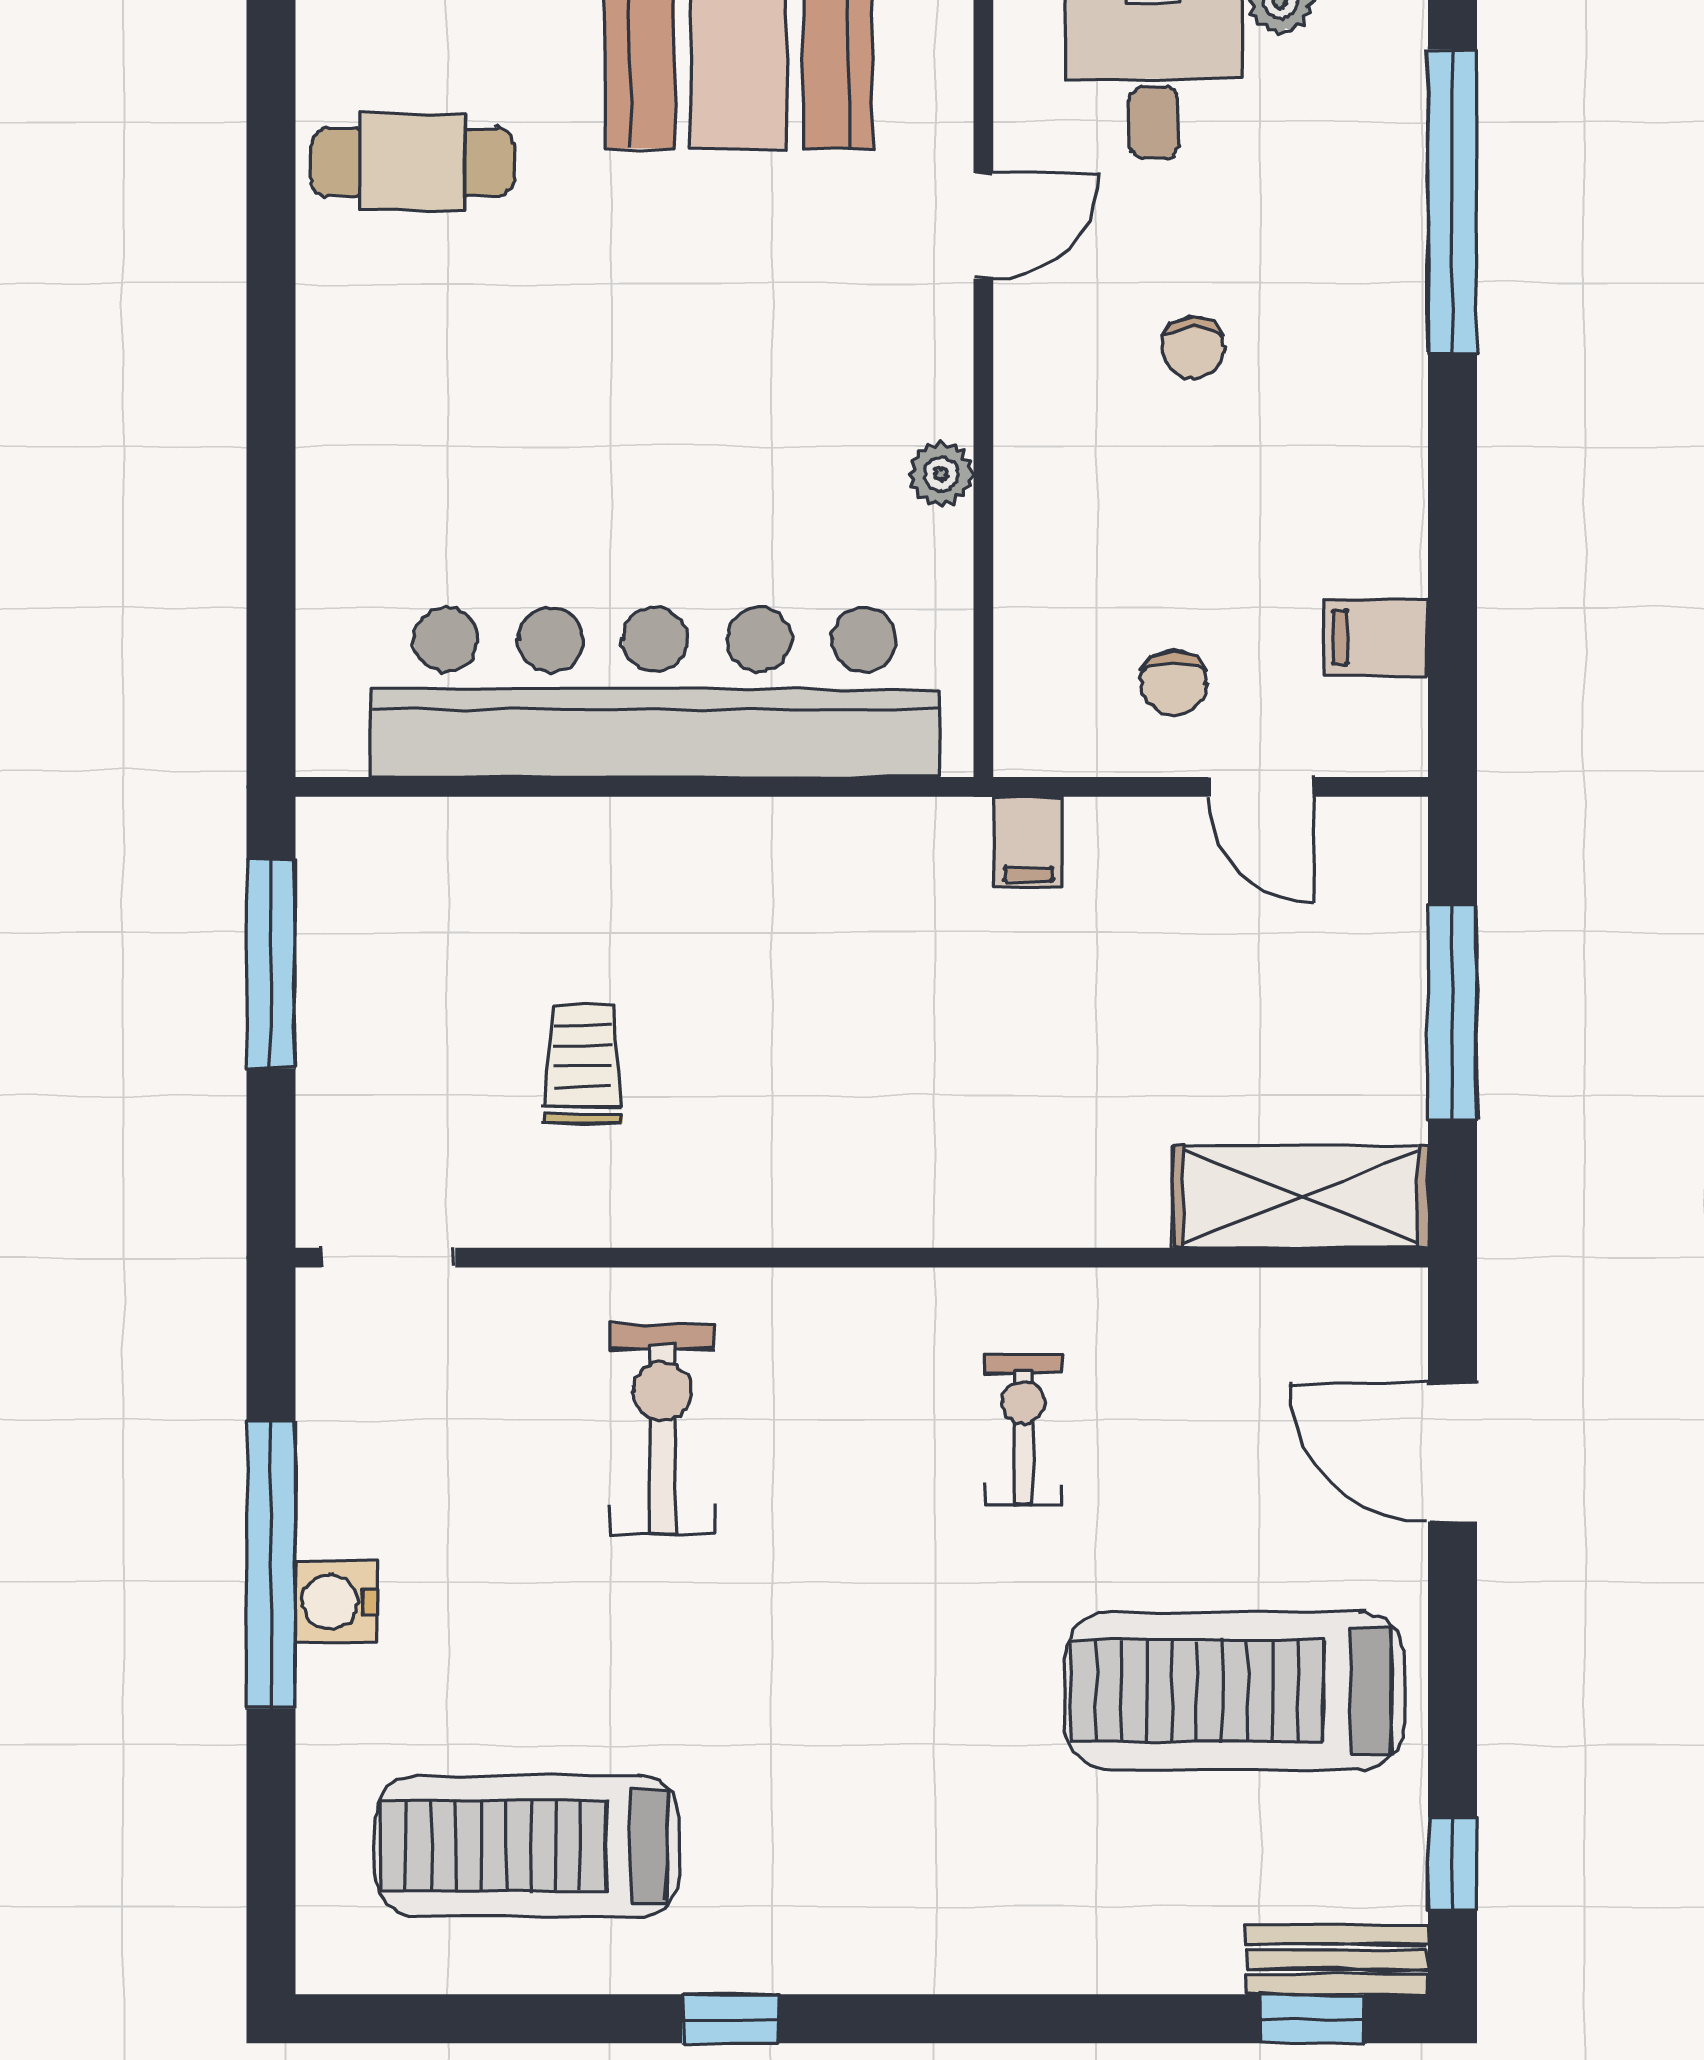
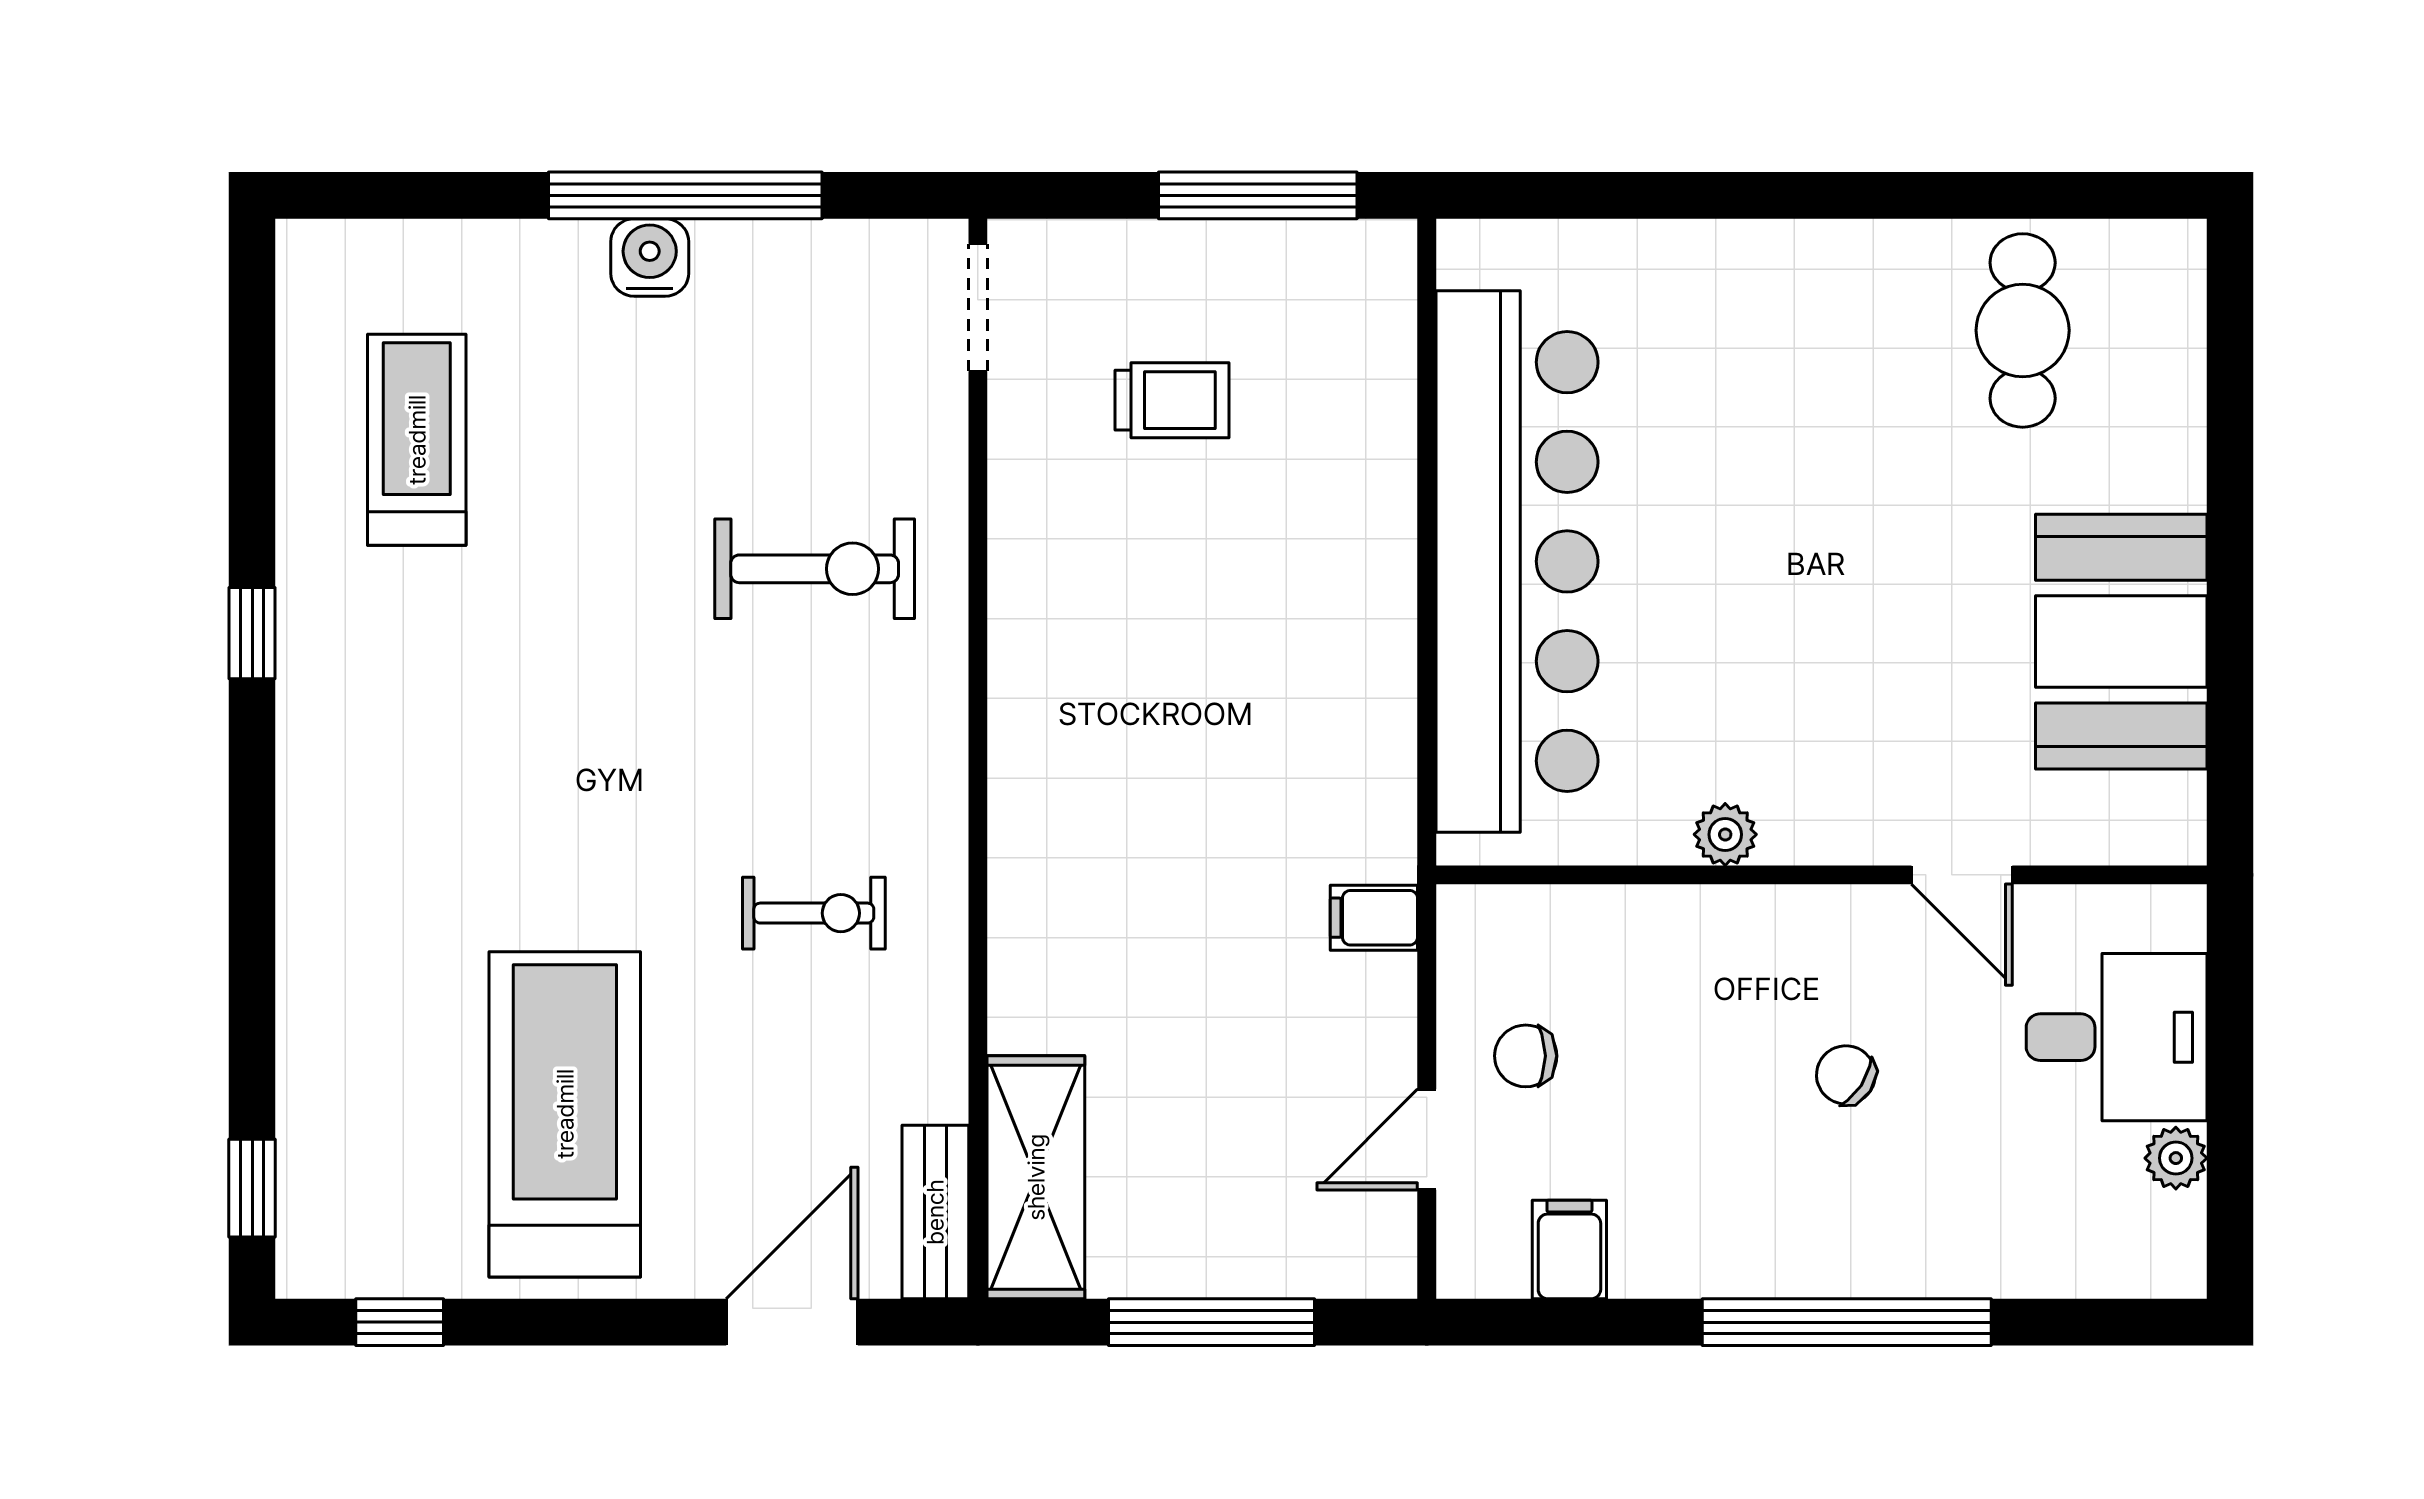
window: (1452, 201) -> (1847, 1322), moved
chair: (1193, 347) -> (1846, 1075), turned 33
trolley: (583, 1064) -> (1172, 400), moved
treadmill: (527, 1846) -> (417, 440), width x0.73, depth x0.73
bench: (1337, 1960) -> (935, 1212), moved

